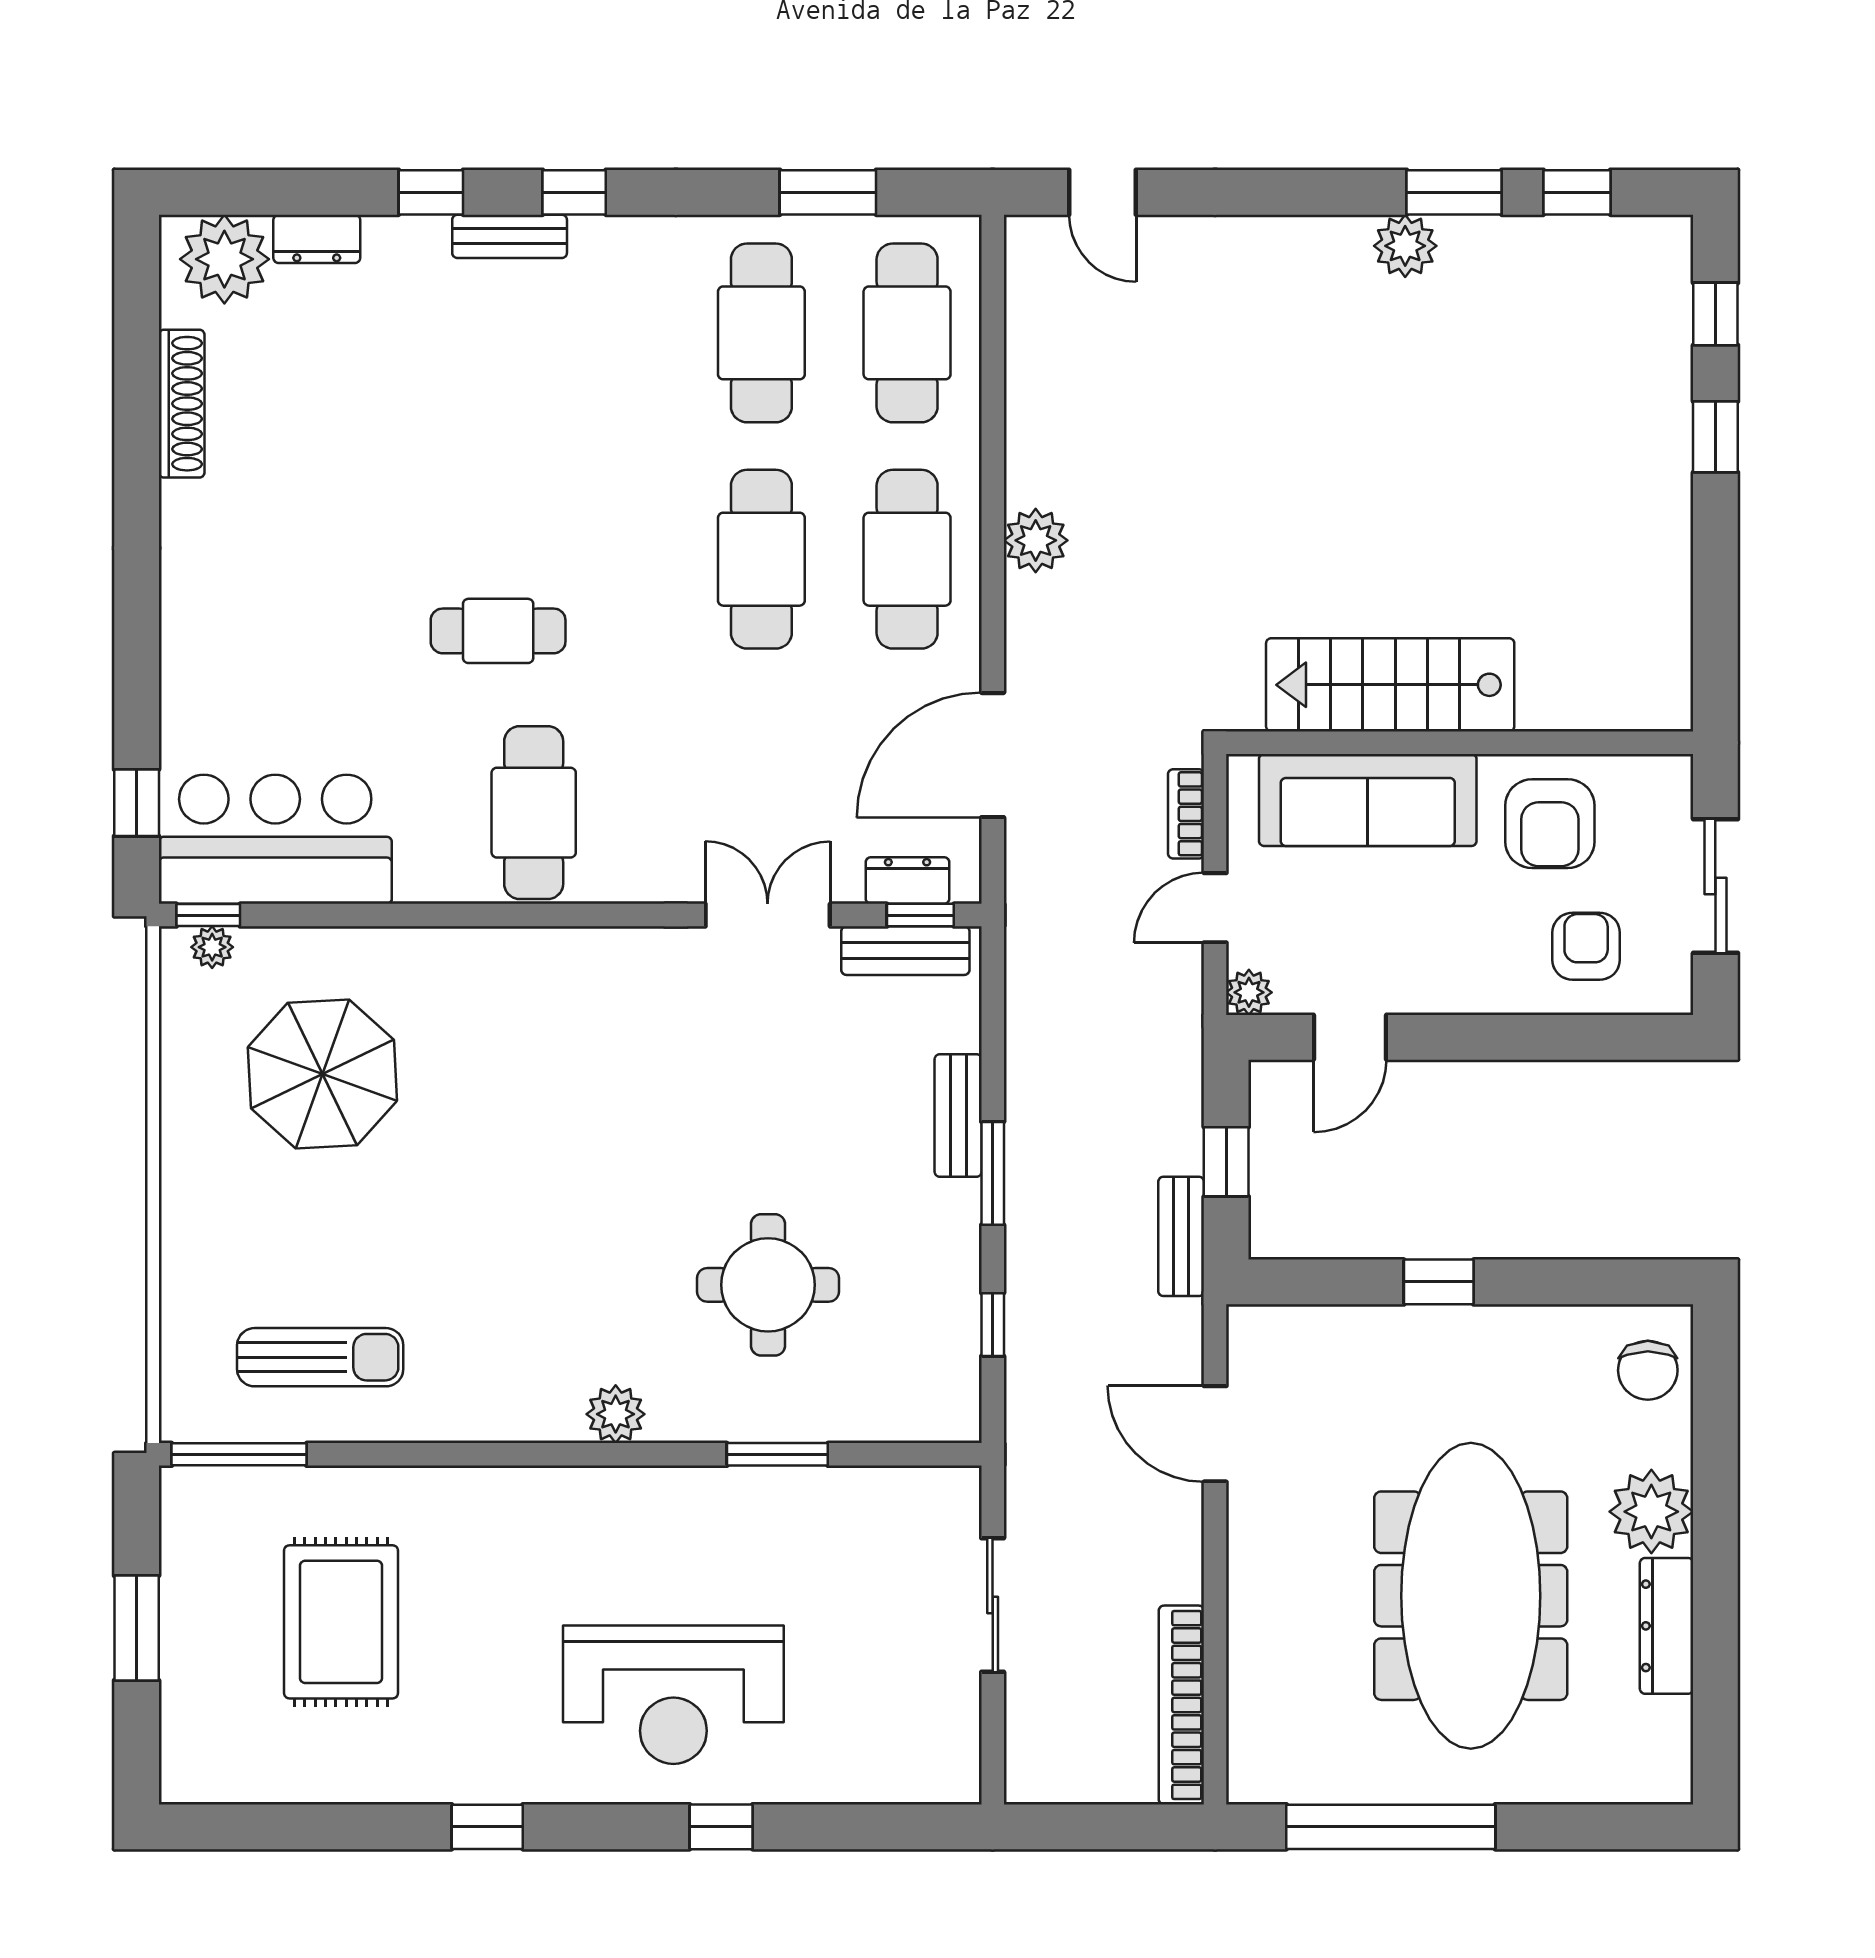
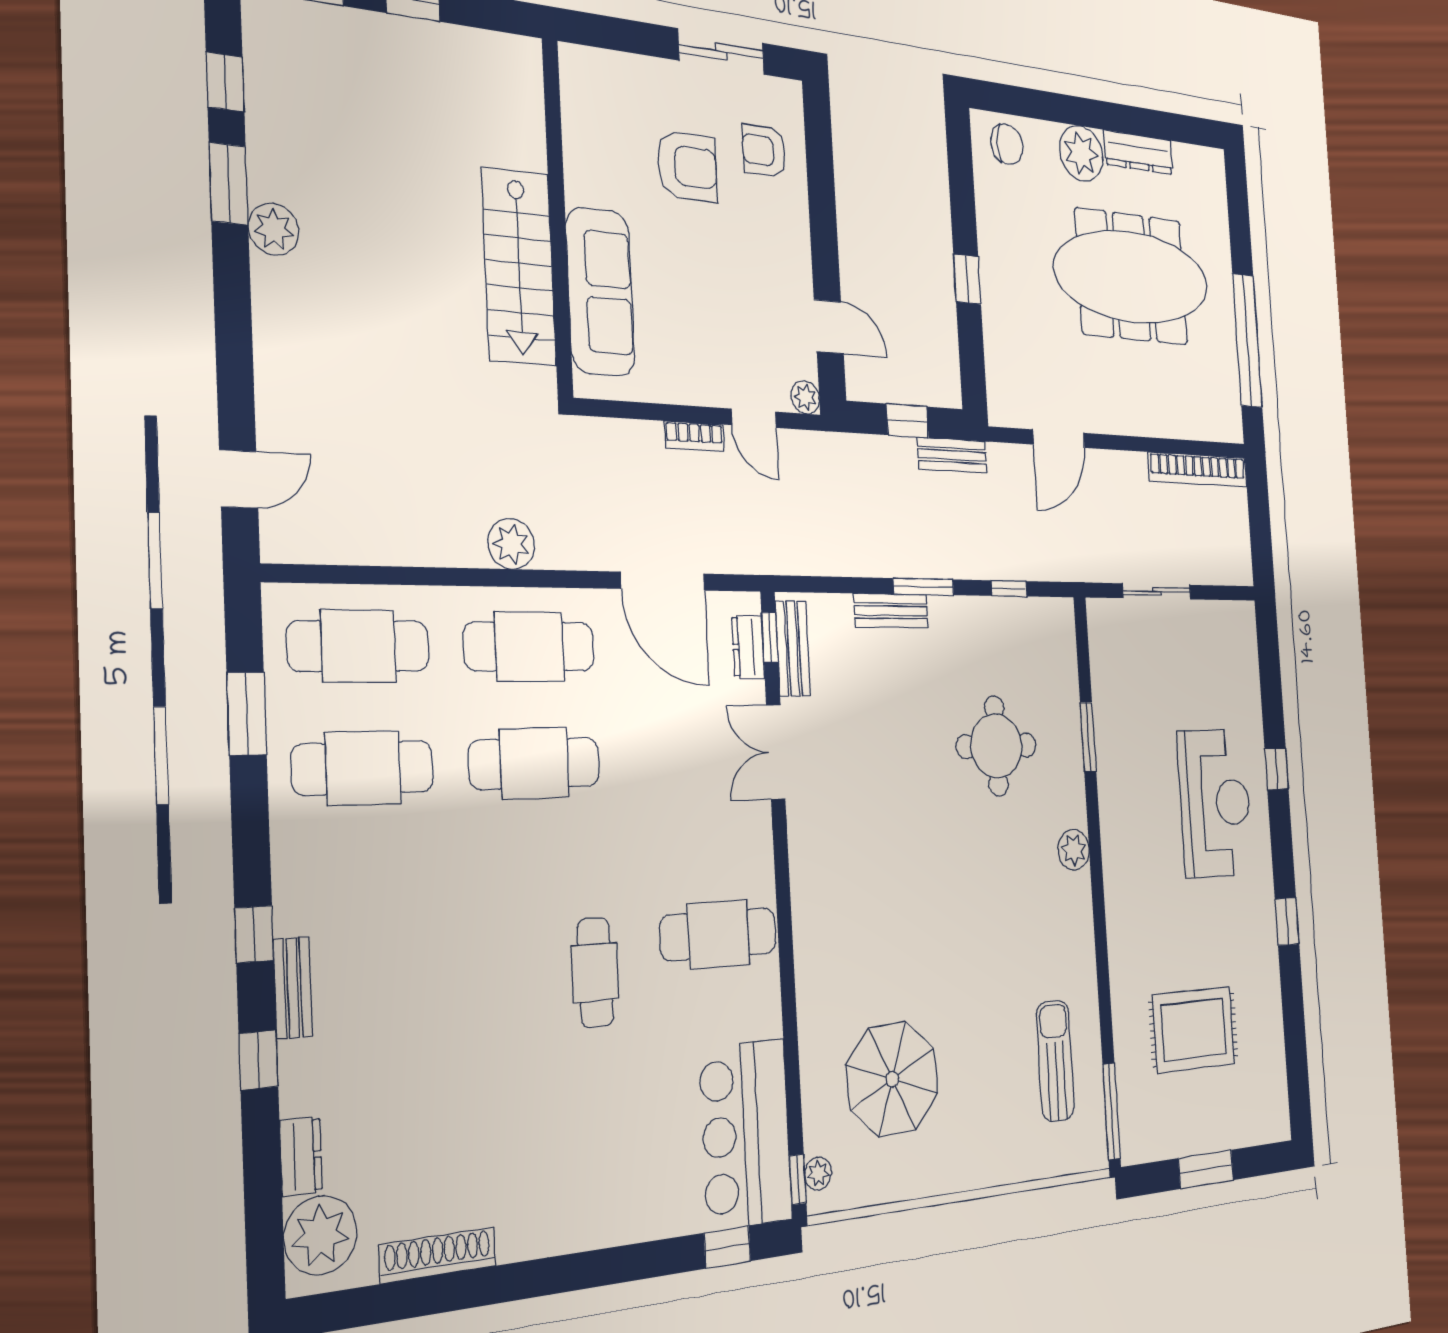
stairs: (1390, 685) -> (519, 267), moved
wall: (1460, 743) -> (558, 217), moved
sofa: (1368, 800) -> (600, 292), moved

